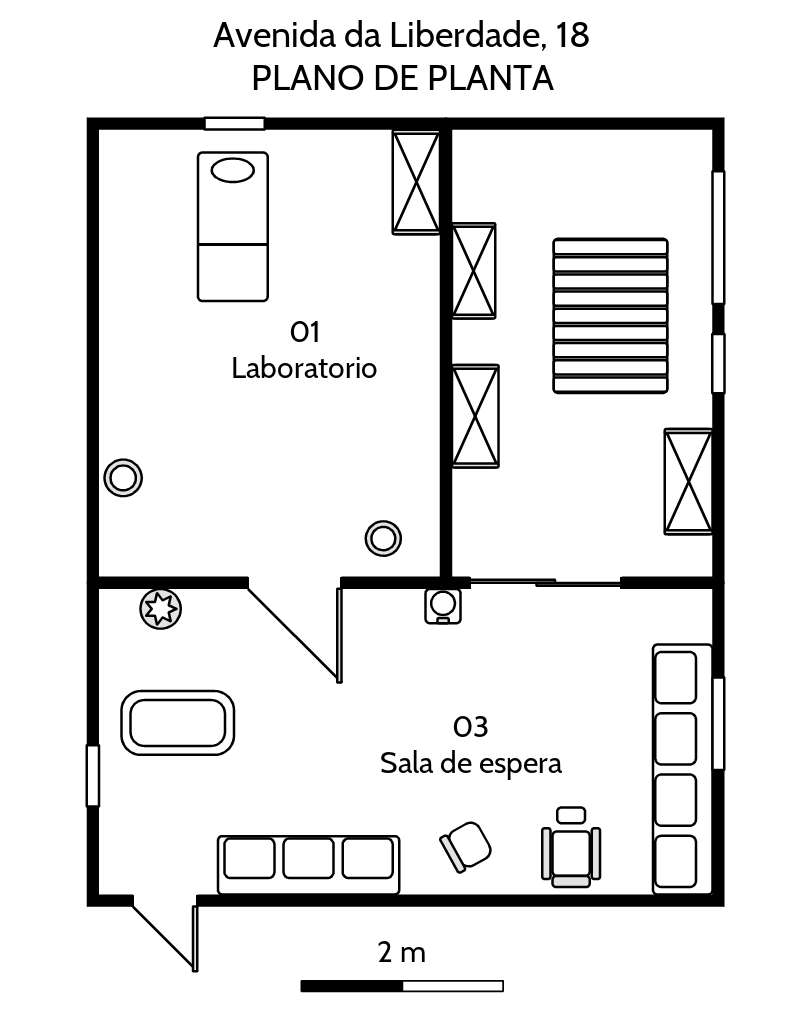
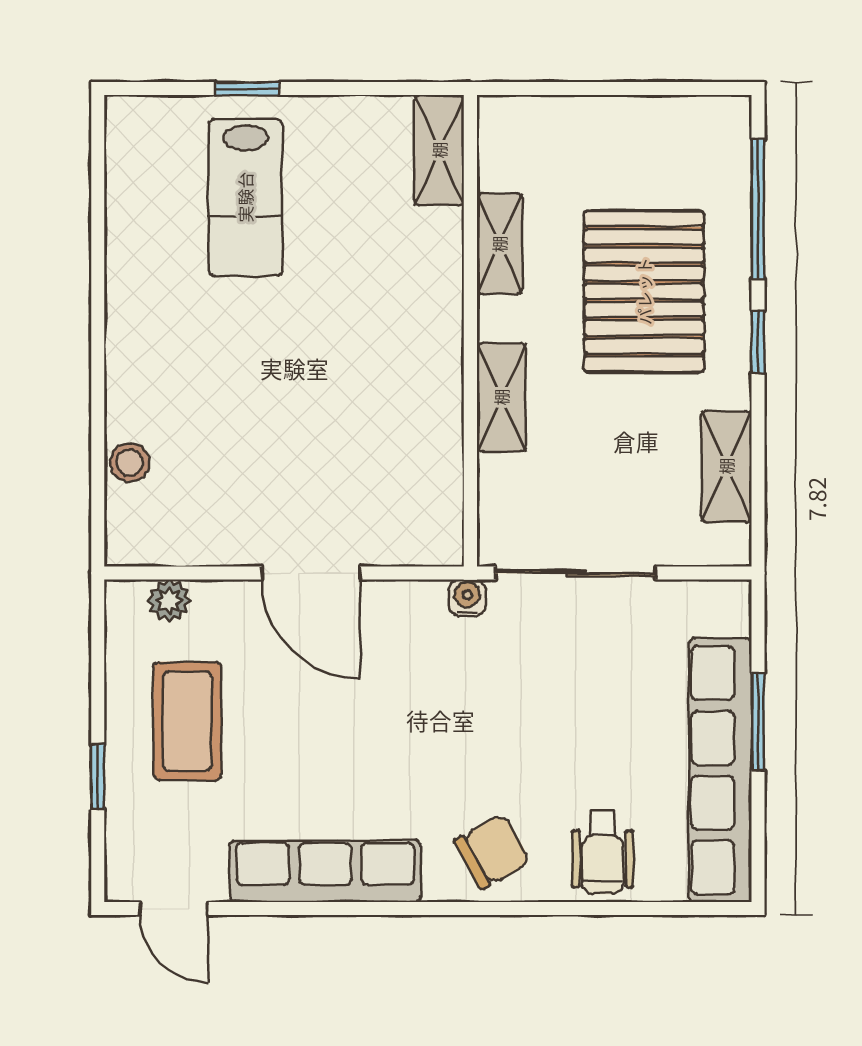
stool: (383, 539) -> (404, 526), removed
coffee table: (178, 723) -> (187, 721), turned 90
chair: (467, 846) -> (492, 851), width x1.37, depth x1.37

